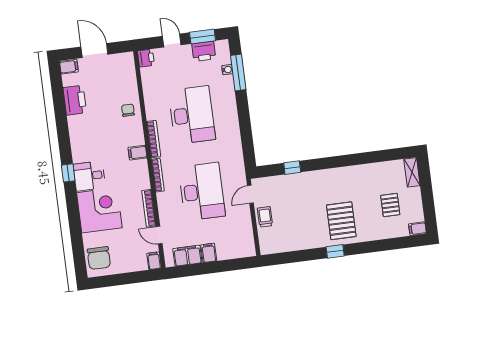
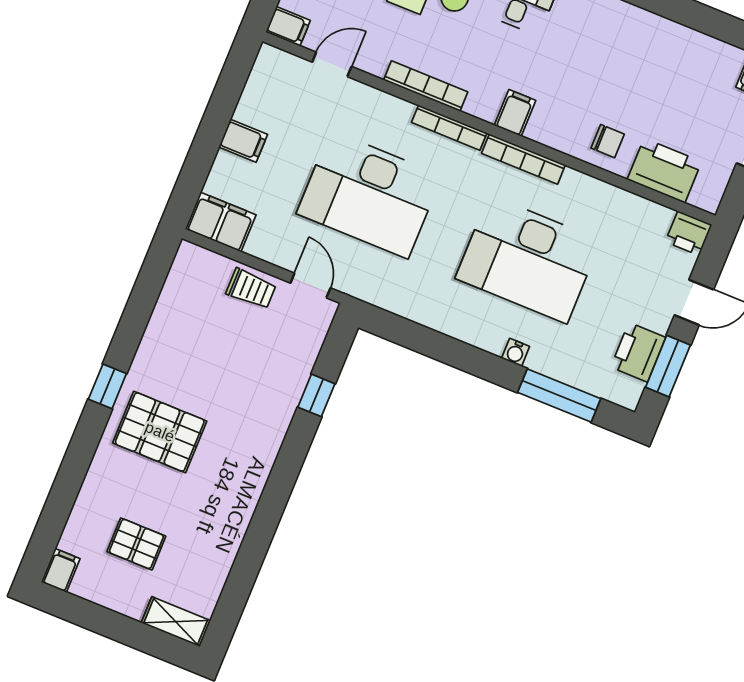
water cooler: (227, 70) -> (516, 352), moved
printer: (75, 100) -> (664, 171), moved, turned 180
bookcase: (149, 208) -> (426, 86), moved
filing cabinet: (187, 256) -> (221, 222), moved, turned -90

